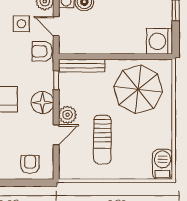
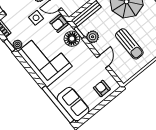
floor lamp: (42, 103) -> (72, 39), moved
plant: (67, 115) -> (93, 37), moved

